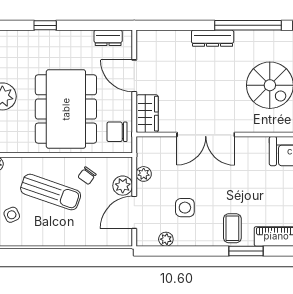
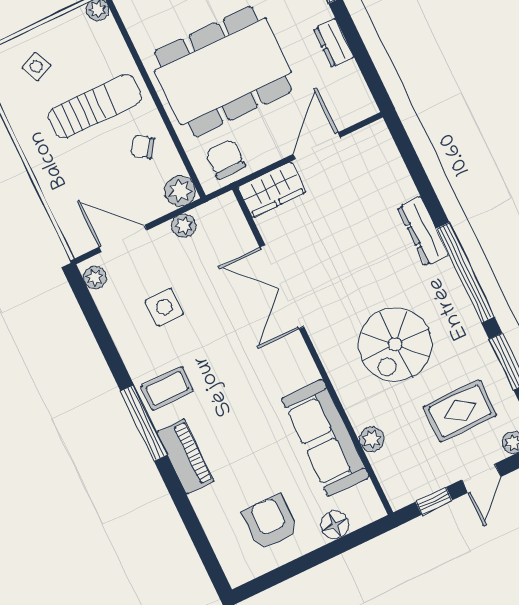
dresser: (108, 38) -> (334, 43), moved
plant: (123, 186) -> (180, 191), moved
sun lounger: (51, 192) -> (95, 106), turned -109
plant: (166, 239) -> (95, 278), moved
window: (246, 251) -> (144, 423), width x1.44

